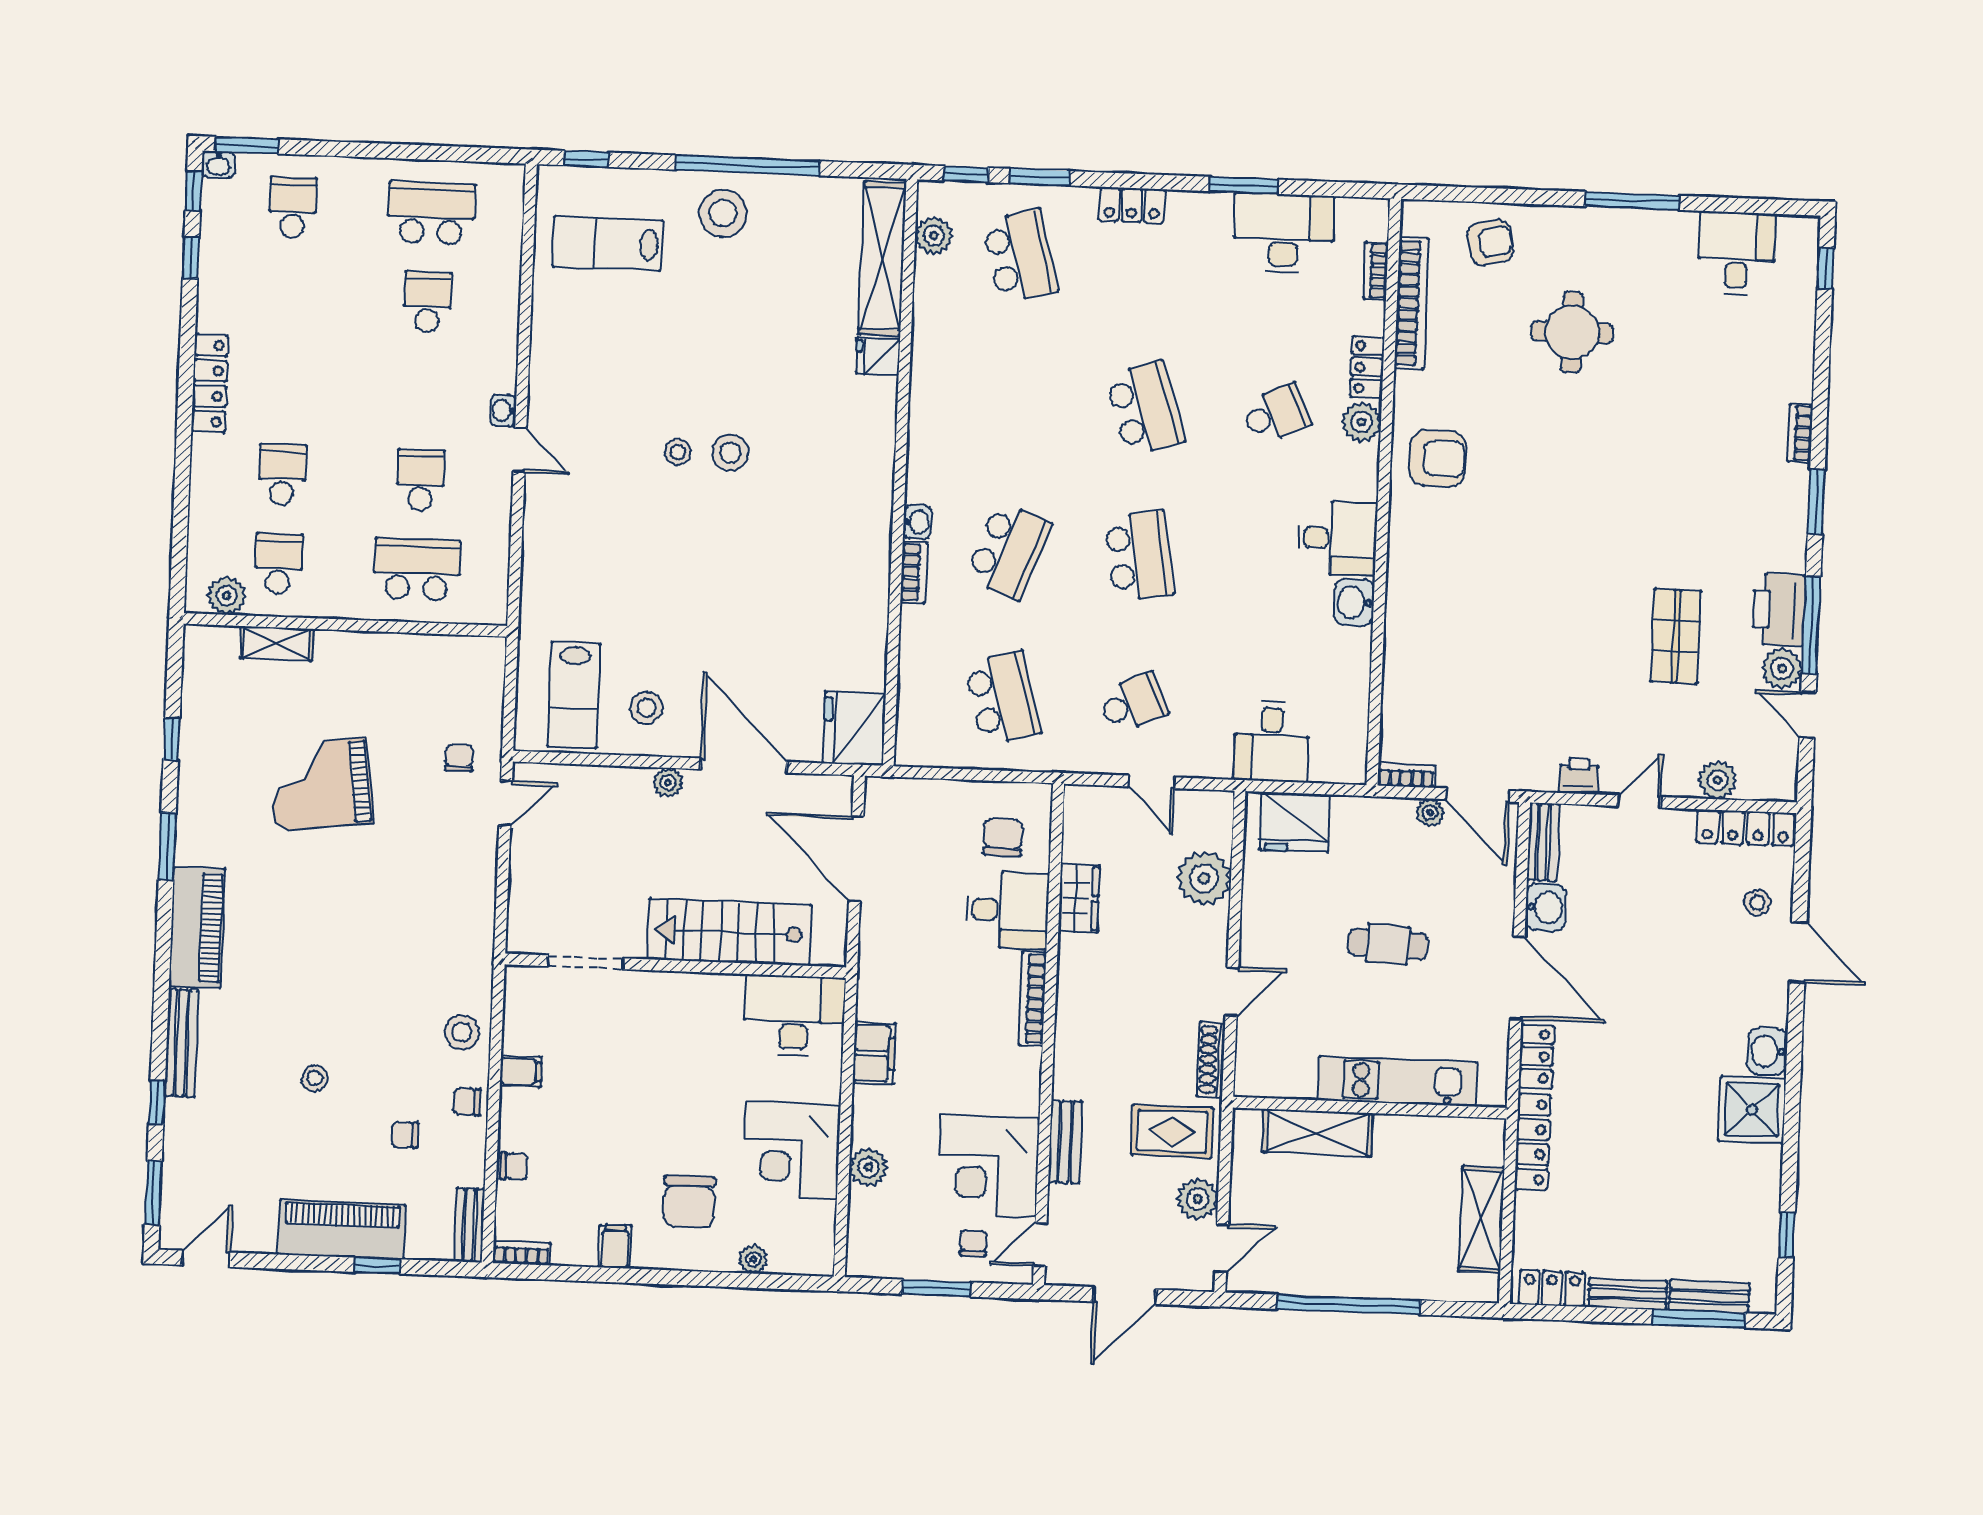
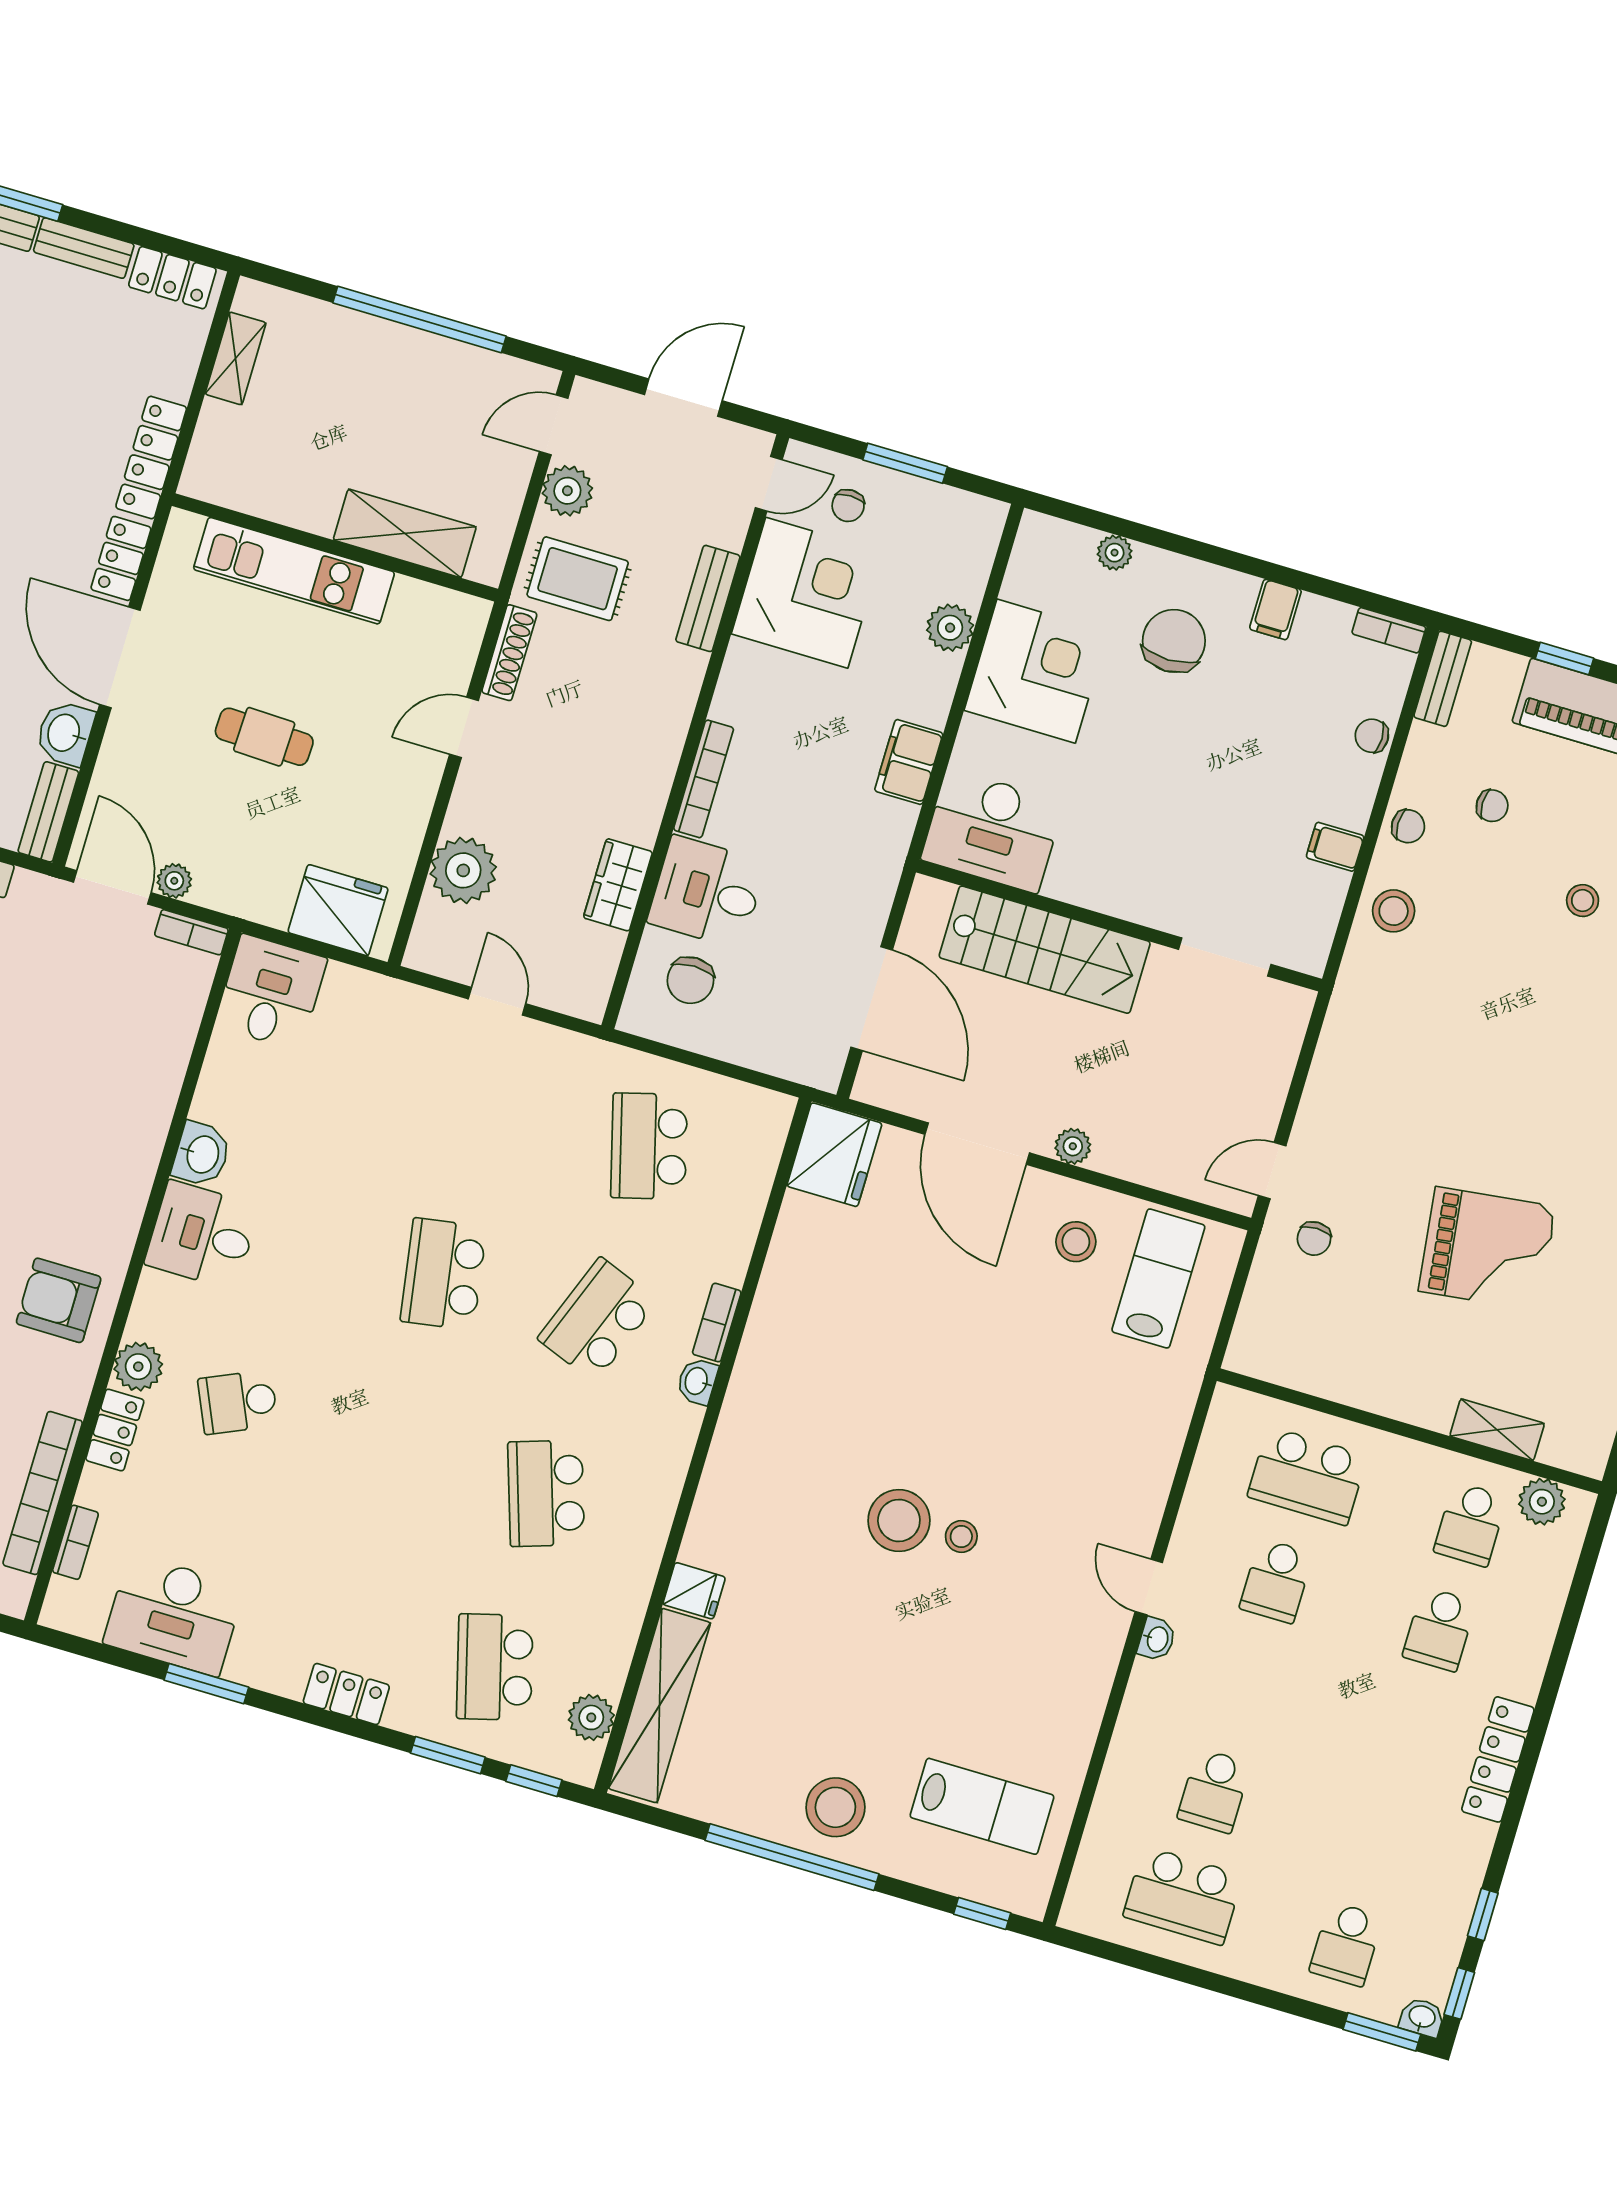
school desk: (1145, 409) -> (546, 1493), moved
stool: (730, 452) -> (899, 1520), width x1.38, depth x1.38
school desk: (1133, 703) -> (495, 1100), removed
desk: (1271, 742) -> (271, 992), moved
shelving: (1481, 1219) -> (236, 358), width x0.67, depth x0.75

